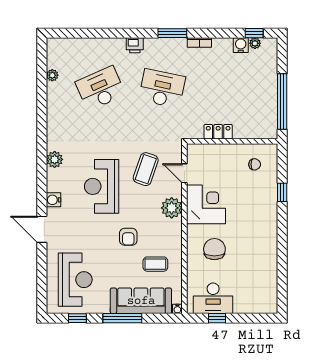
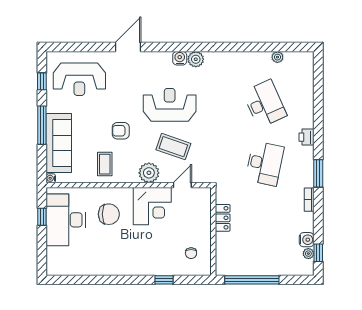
coffee table: (146, 169) -> (173, 147), moved
water cooler: (53, 200) -> (180, 58), moved
coffee table: (155, 264) -> (105, 164), moved
desk: (213, 298) -> (66, 220), width x1.36, depth x1.30

